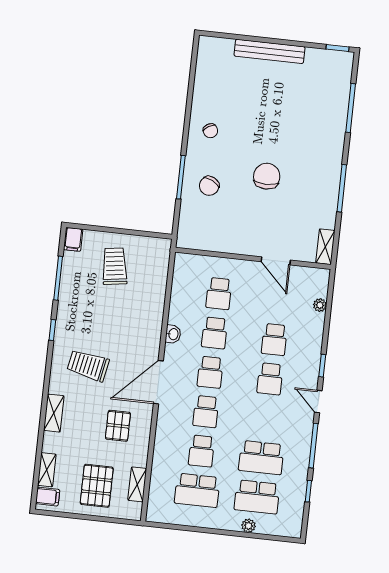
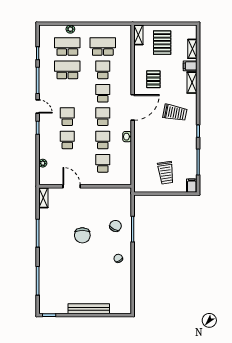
shelving: (137, 484) -> (138, 35), moved
filing cabinet: (48, 497) -> (190, 66), moved

